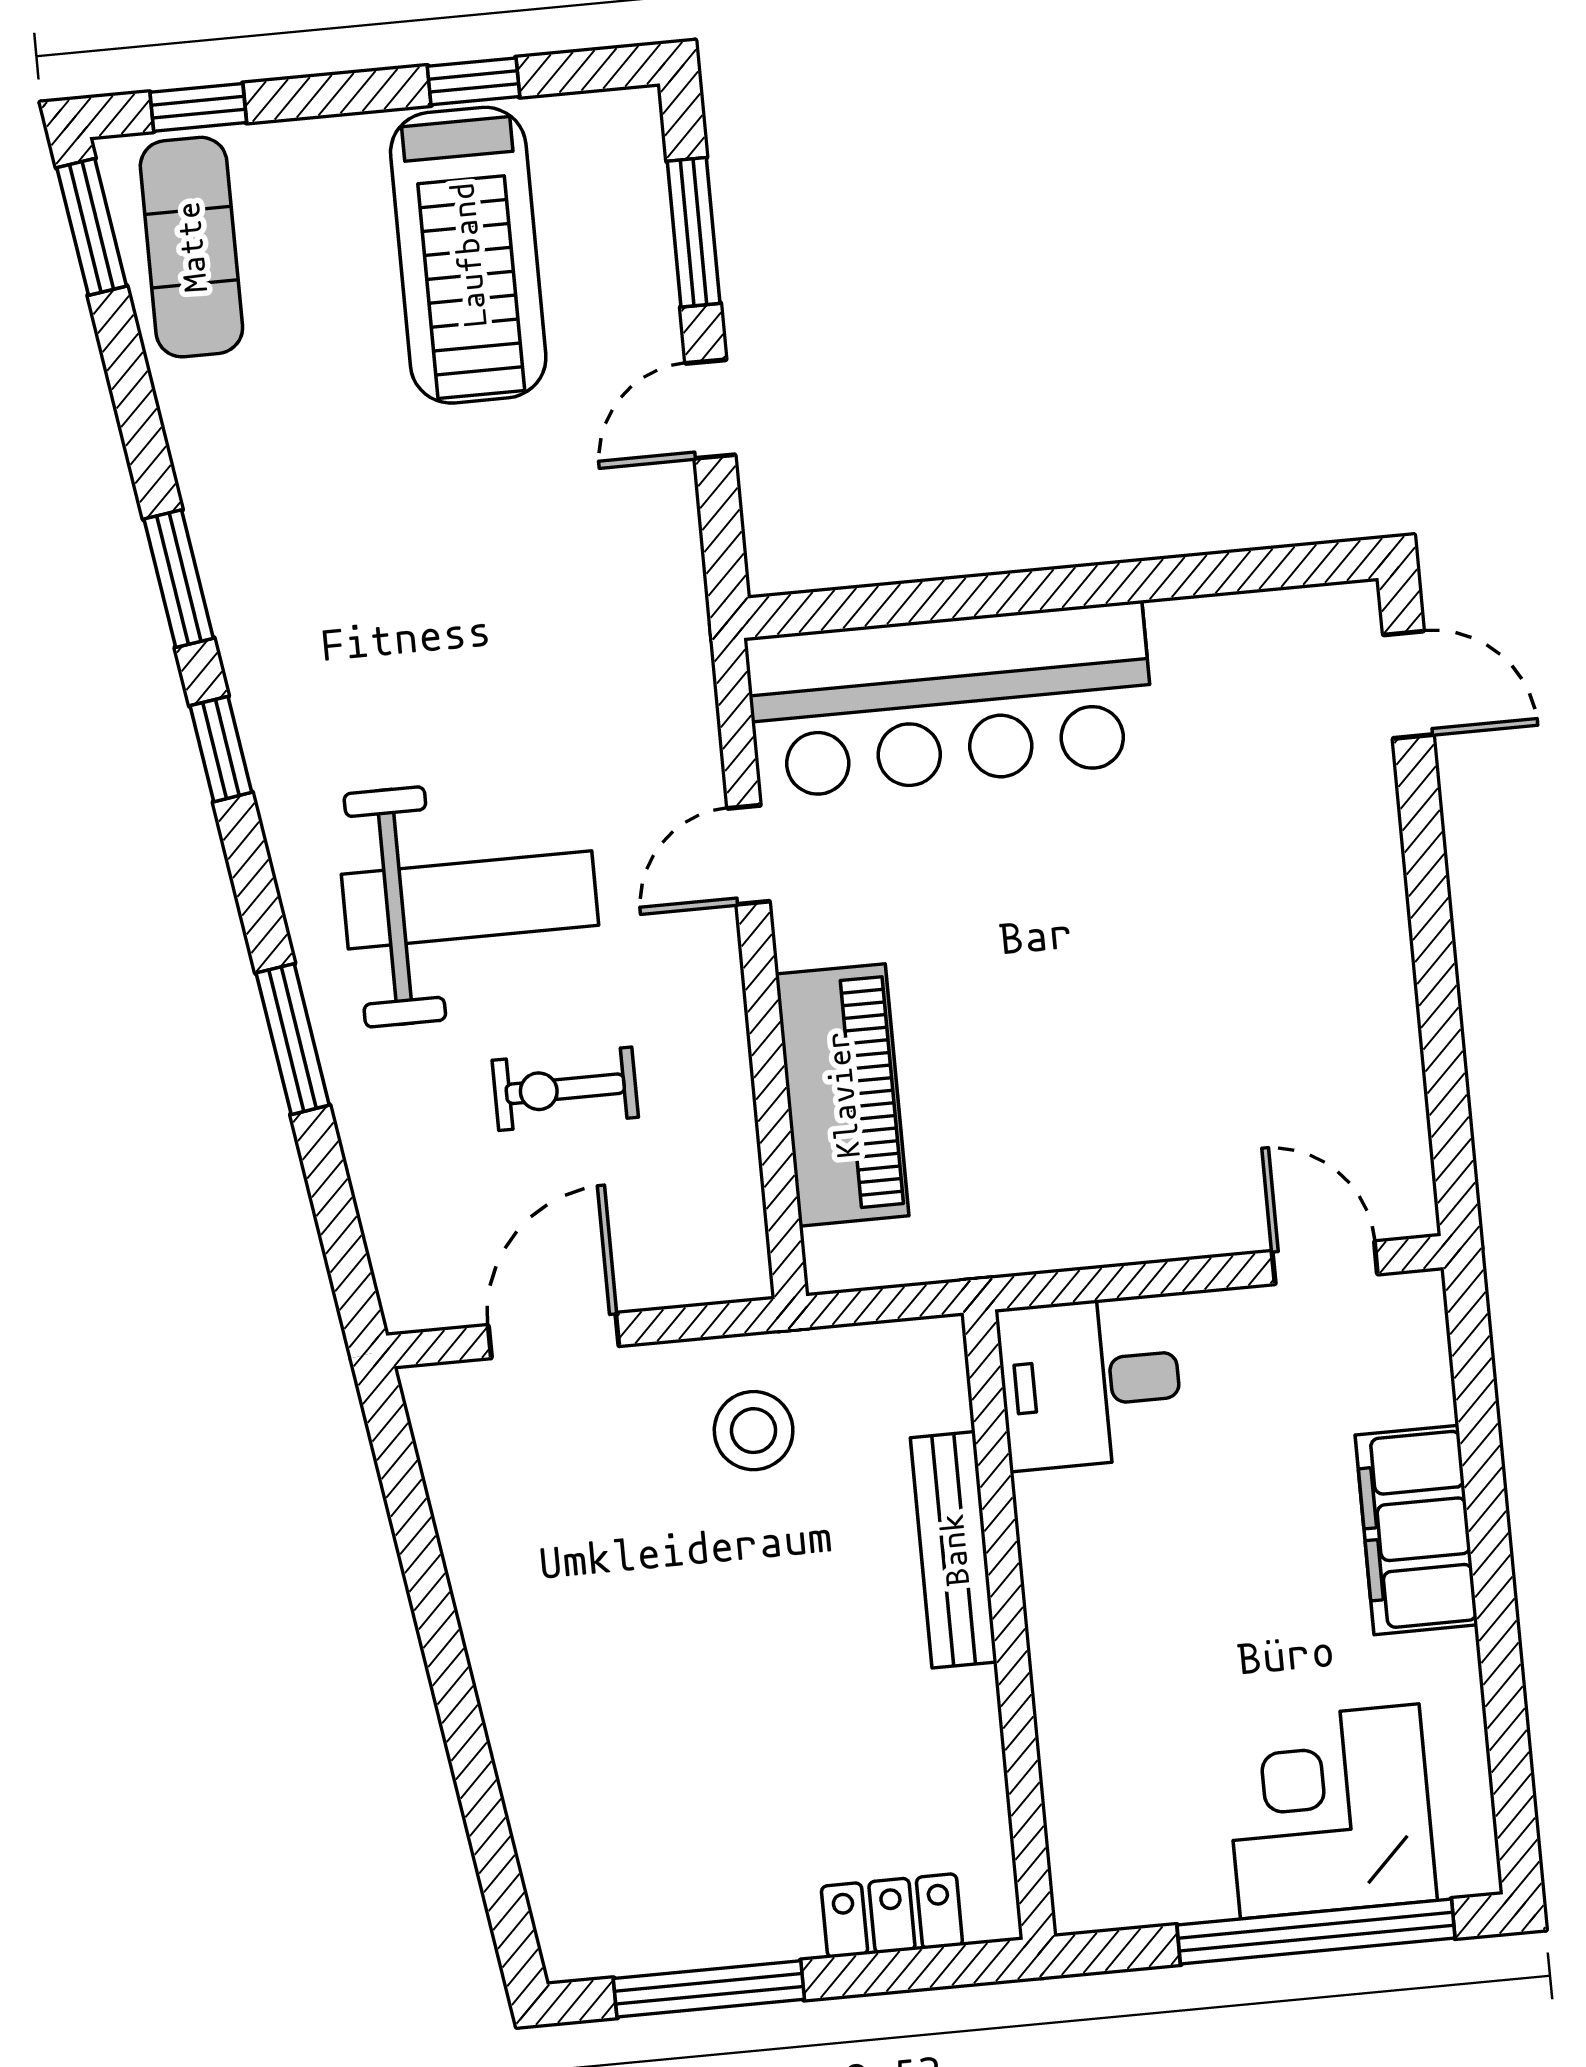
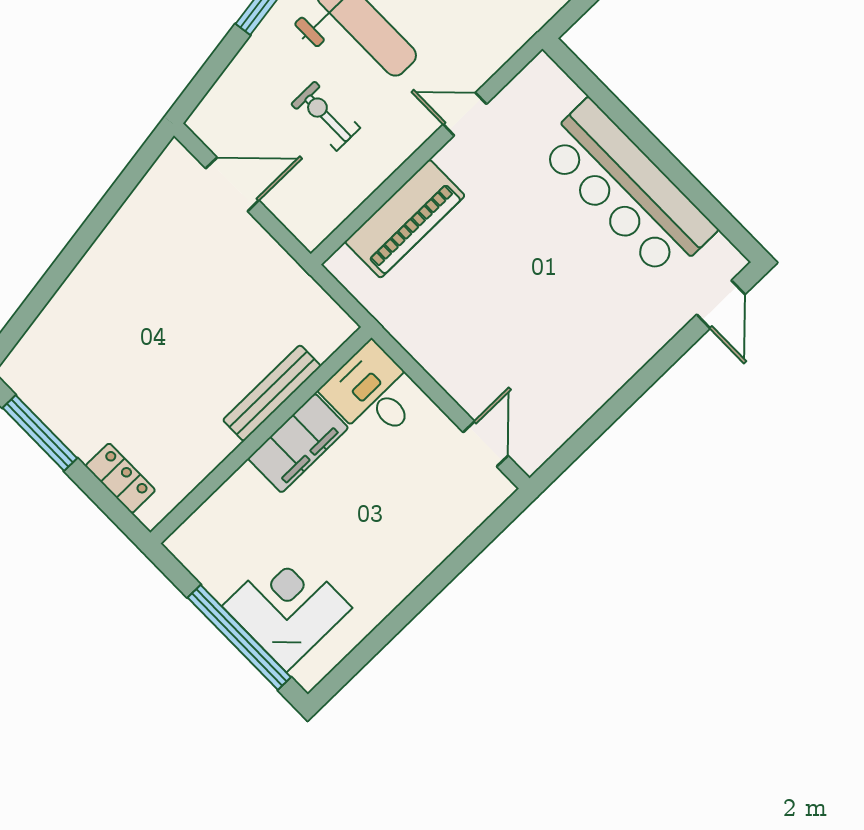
bar counter: (950, 700) -> (627, 189), moved
stool: (754, 1431) -> (256, 285), removed
filing cabinet: (1416, 1530) -> (298, 443), moved, turned 180

